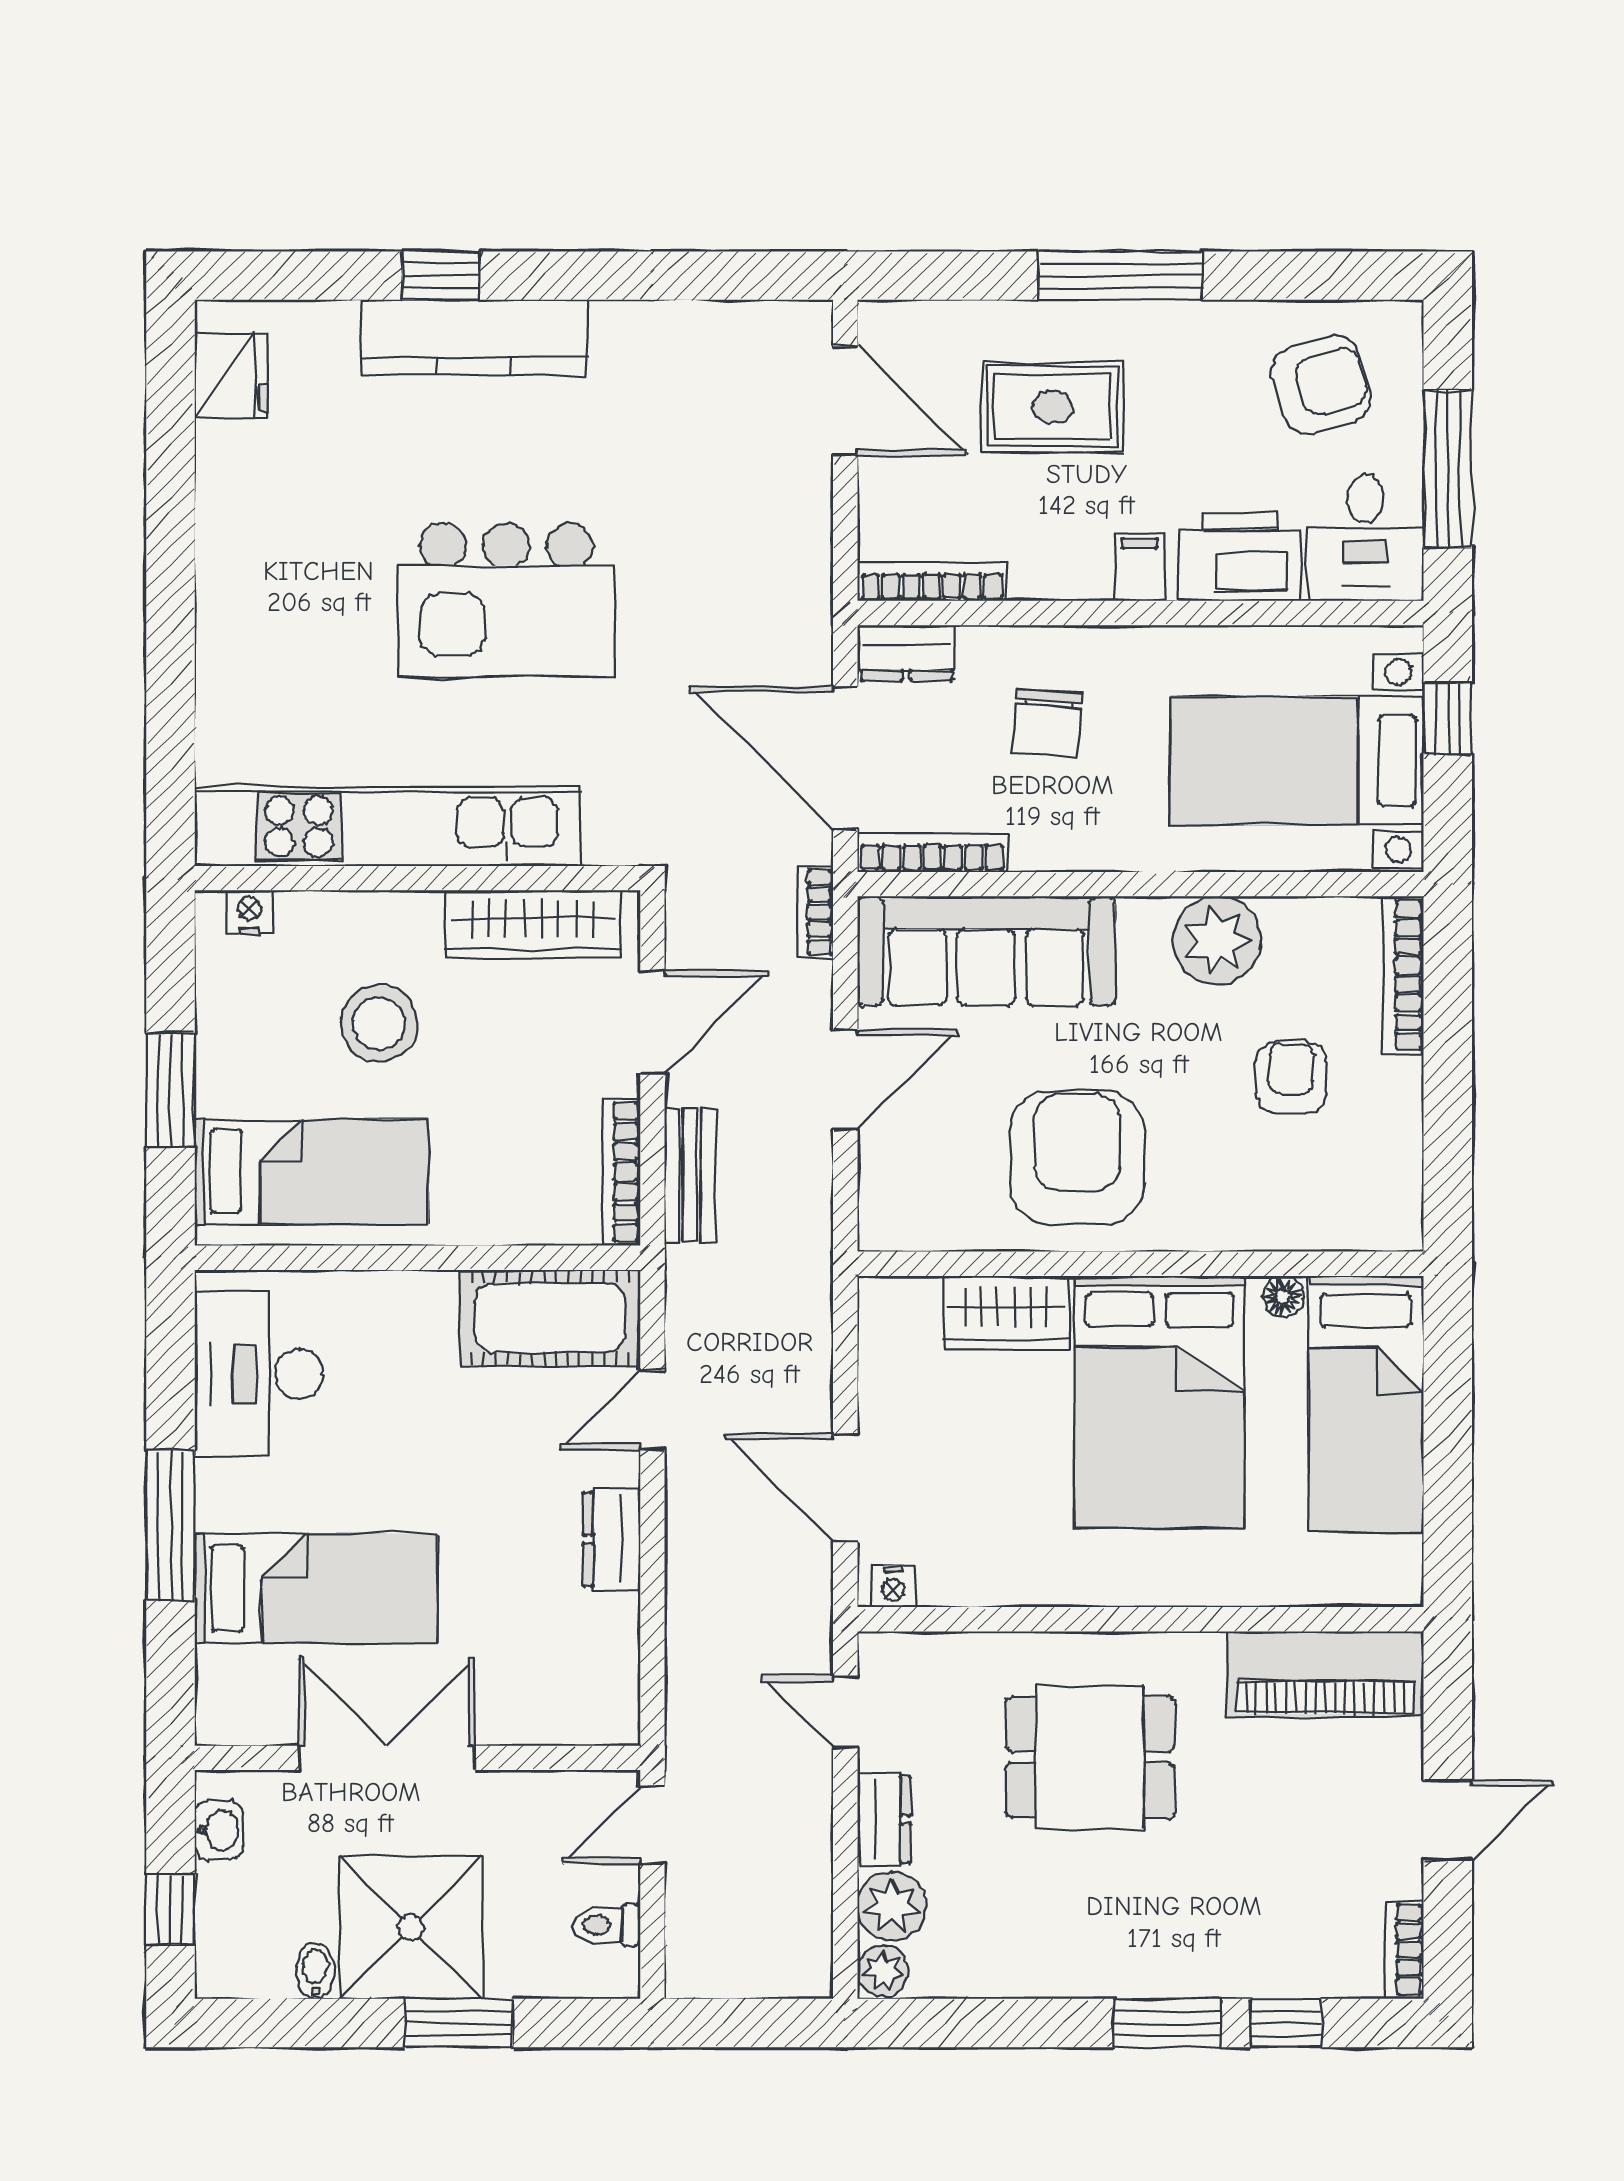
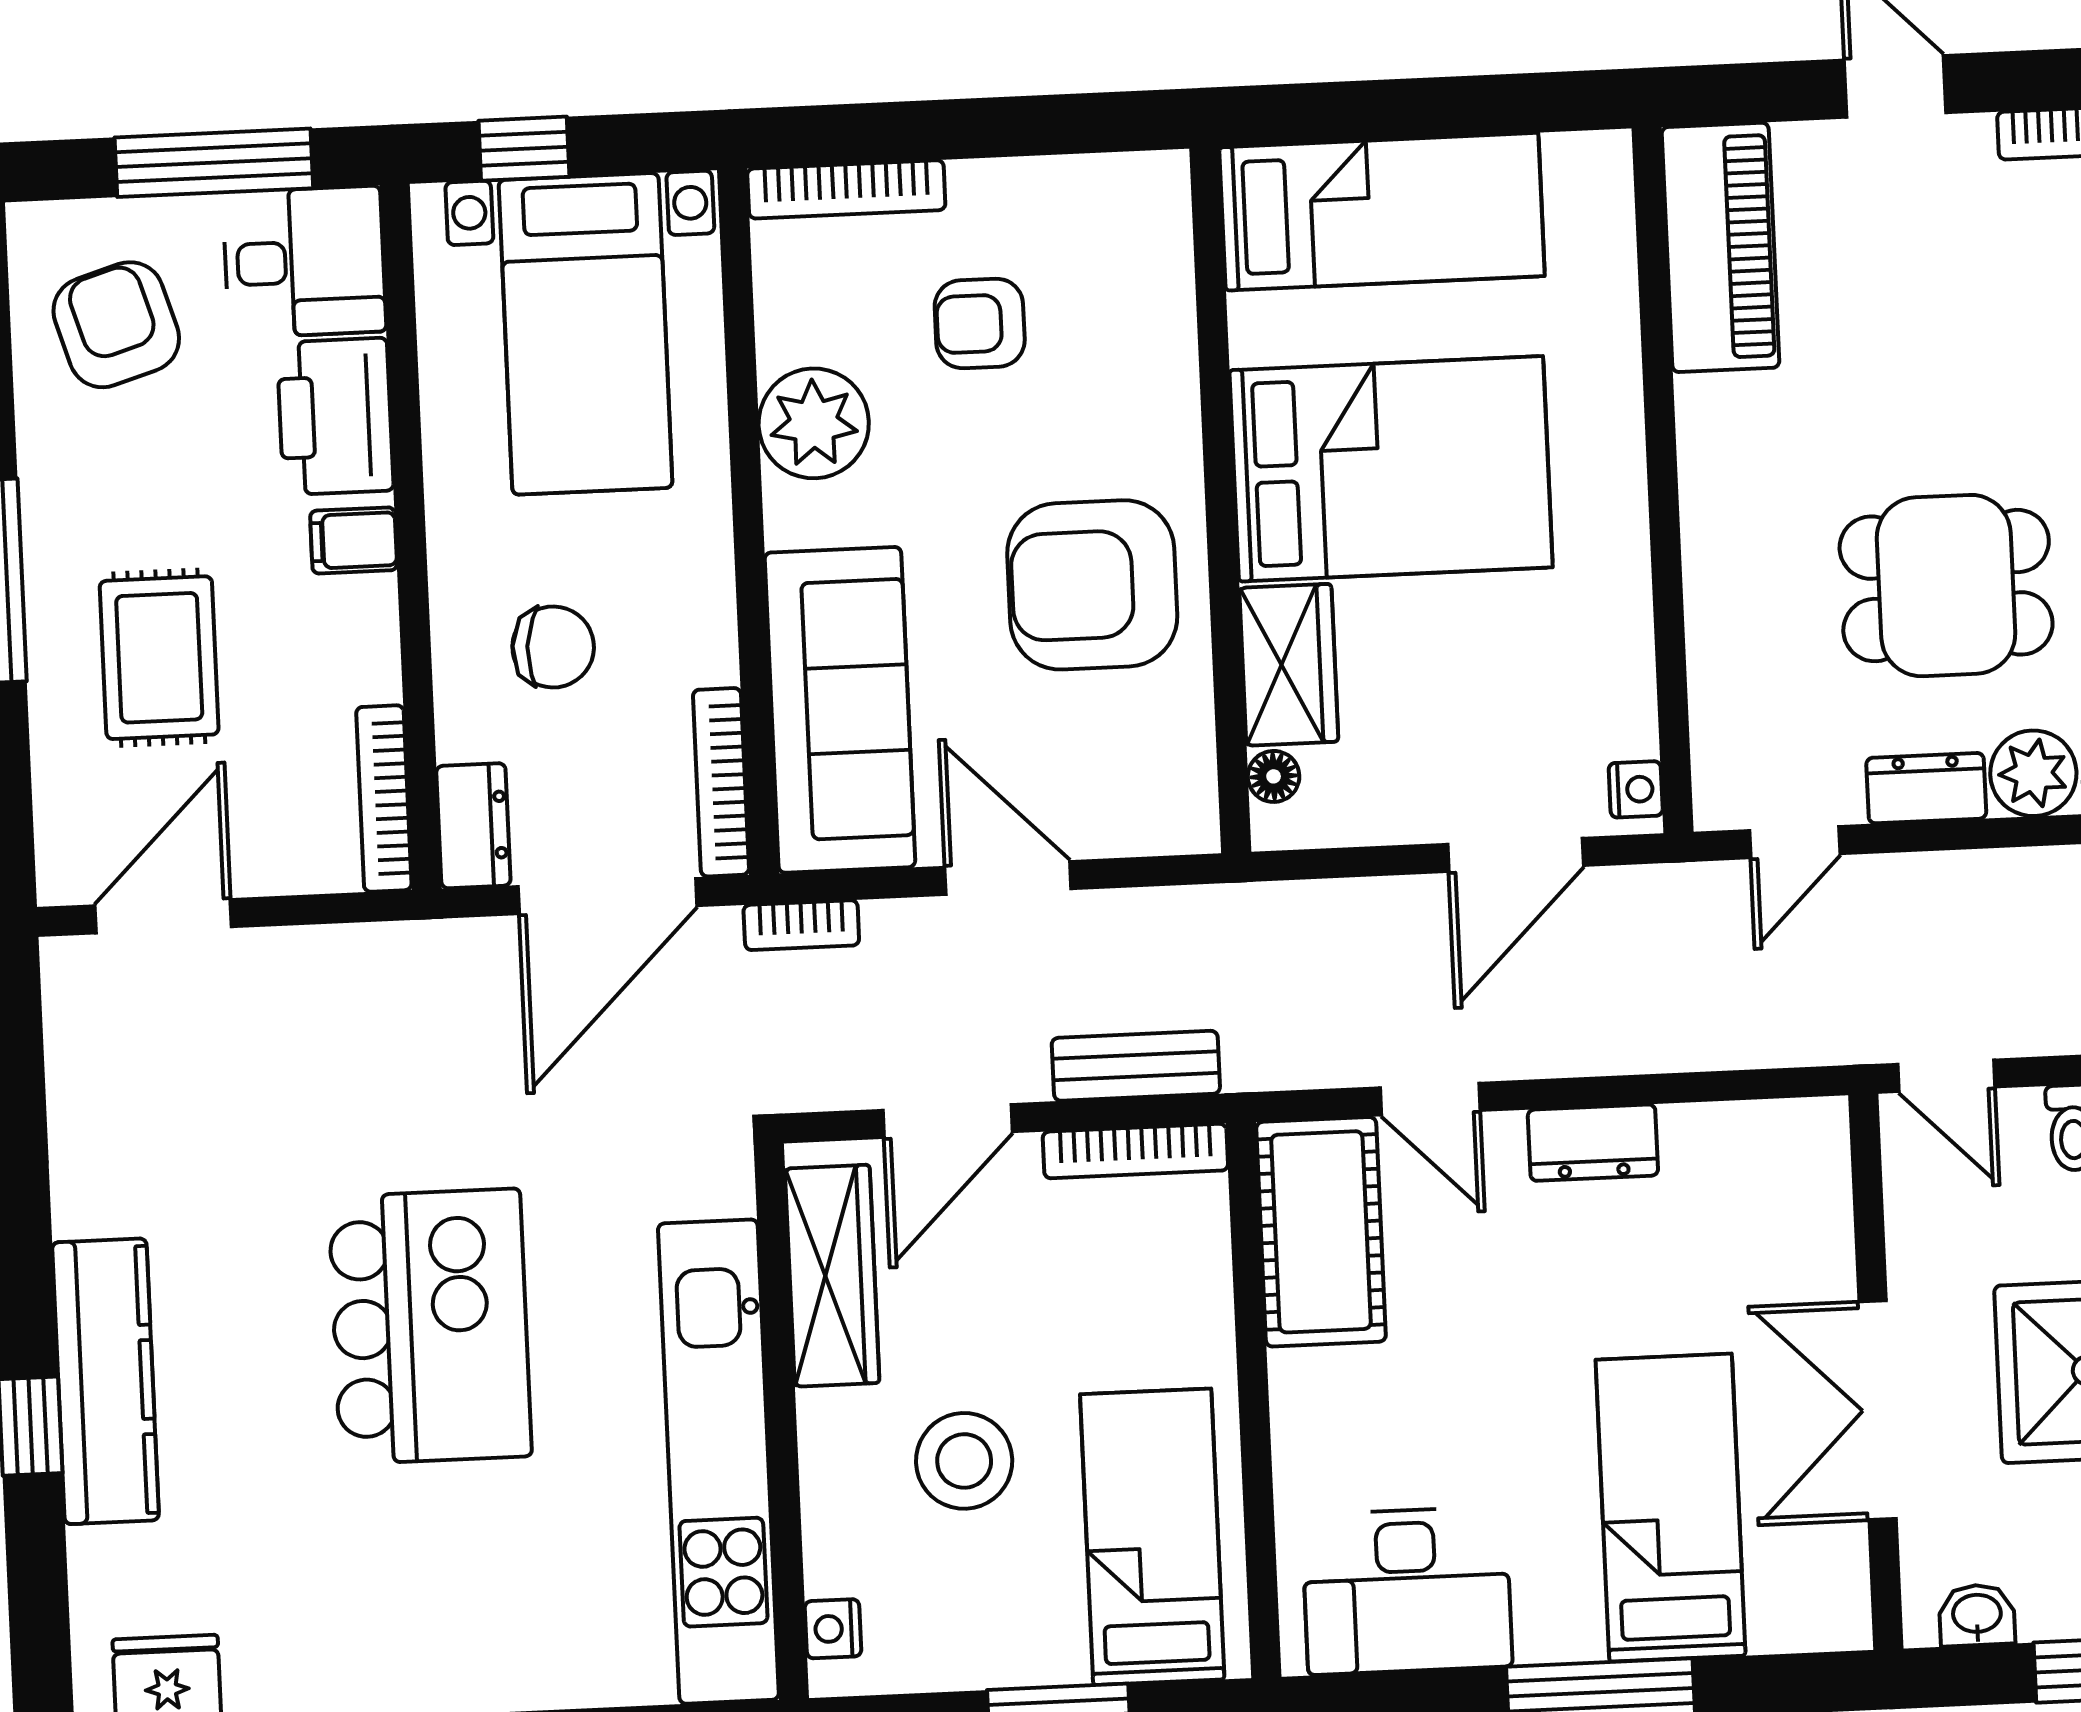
door: (652, 1022) -> (948, 1121), swing flipped
floor lamp: (1283, 1296) -> (1274, 776), moved
dining table: (1090, 1757) -> (1946, 586), moved, turned 90

